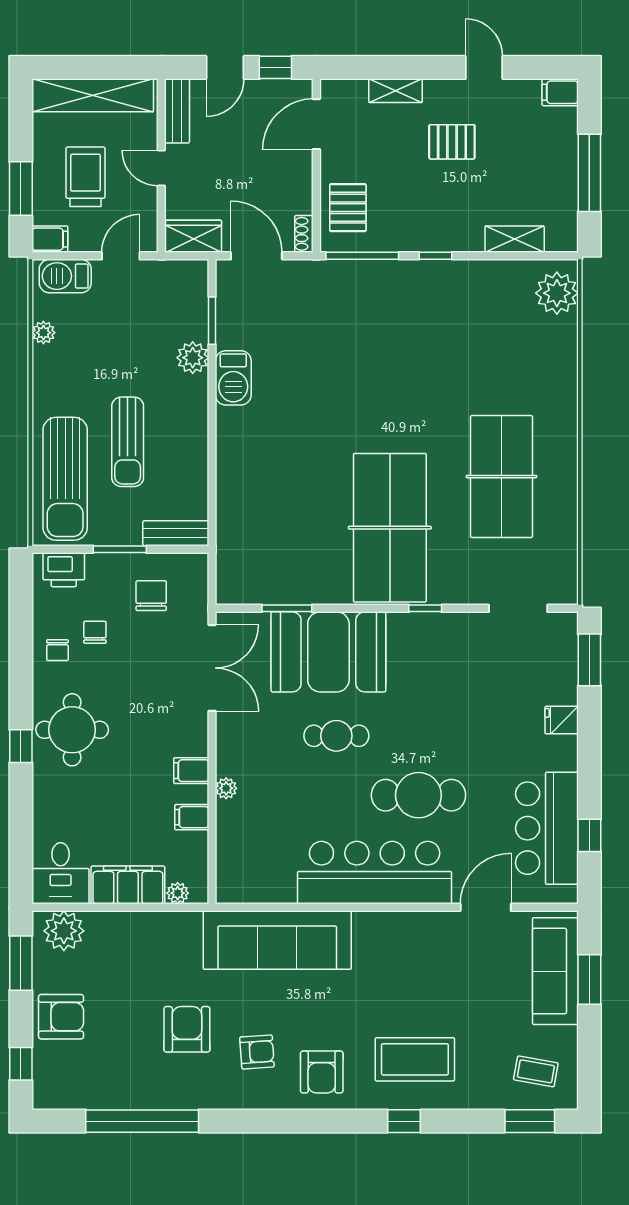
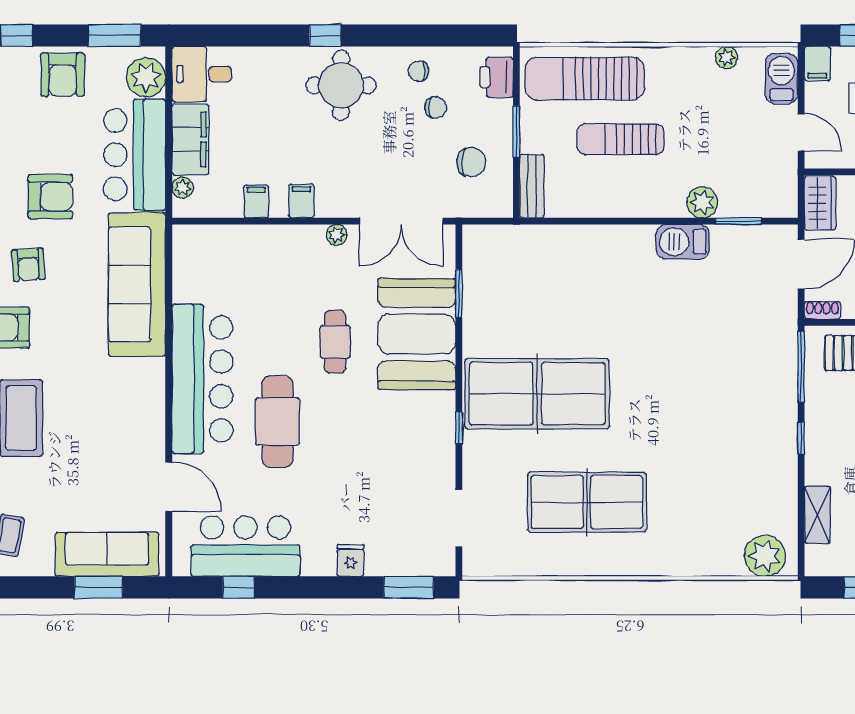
plant: (226, 788) -> (337, 235), moved
bar counter: (144, 943) -> (134, 155), added

